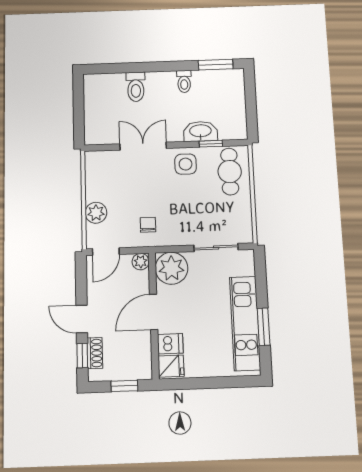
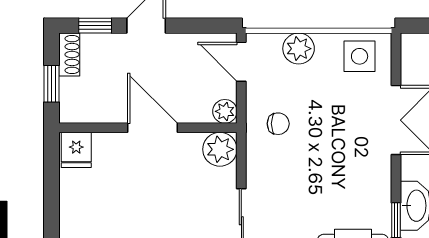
side table: (186, 164) -> (360, 56), moved
plant: (171, 268) -> (220, 149), width x0.73, depth x0.73
dishwasher: (170, 344) -> (107, 150), removed
shoe rack: (95, 353) -> (69, 54), moved, turned -90

